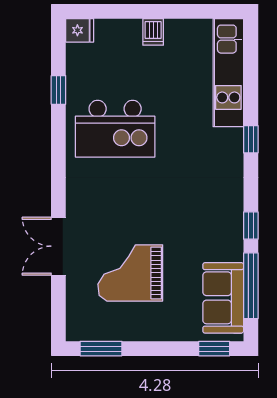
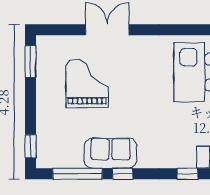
sofa: (223, 298) -> (111, 153), moved

